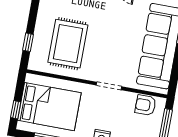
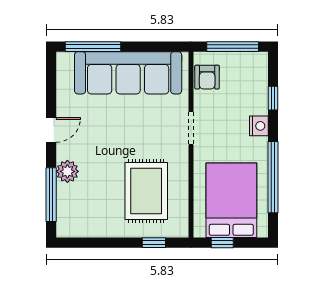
rug: (68, 44) -> (146, 191), turned 90
window: (16, 110) -> (222, 243), moved

